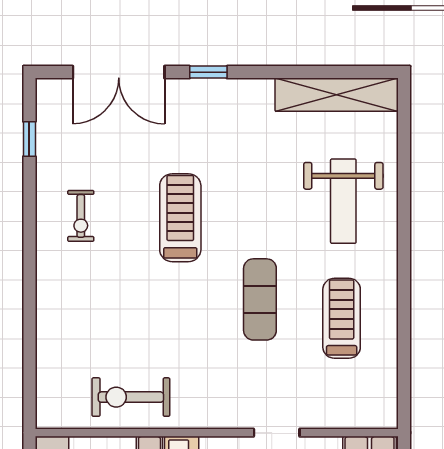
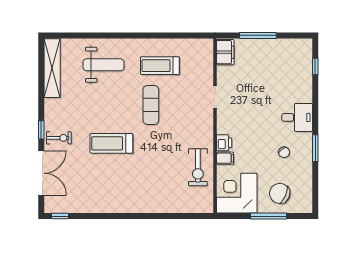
window: (29, 139) -> (60, 216), moved
exercise bike: (81, 216) -> (59, 138), moved
exercise mat: (260, 299) -> (151, 105), turned 90

